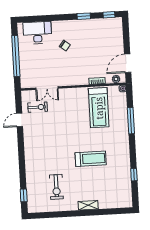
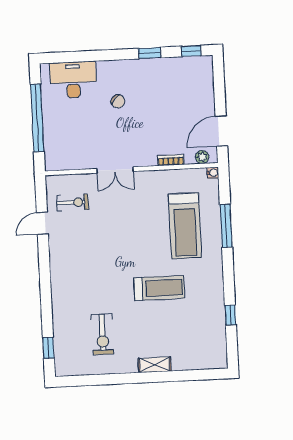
double door: (47, 88) -> (115, 170), moved
treadmill: (99, 108) -> (185, 226), moved

